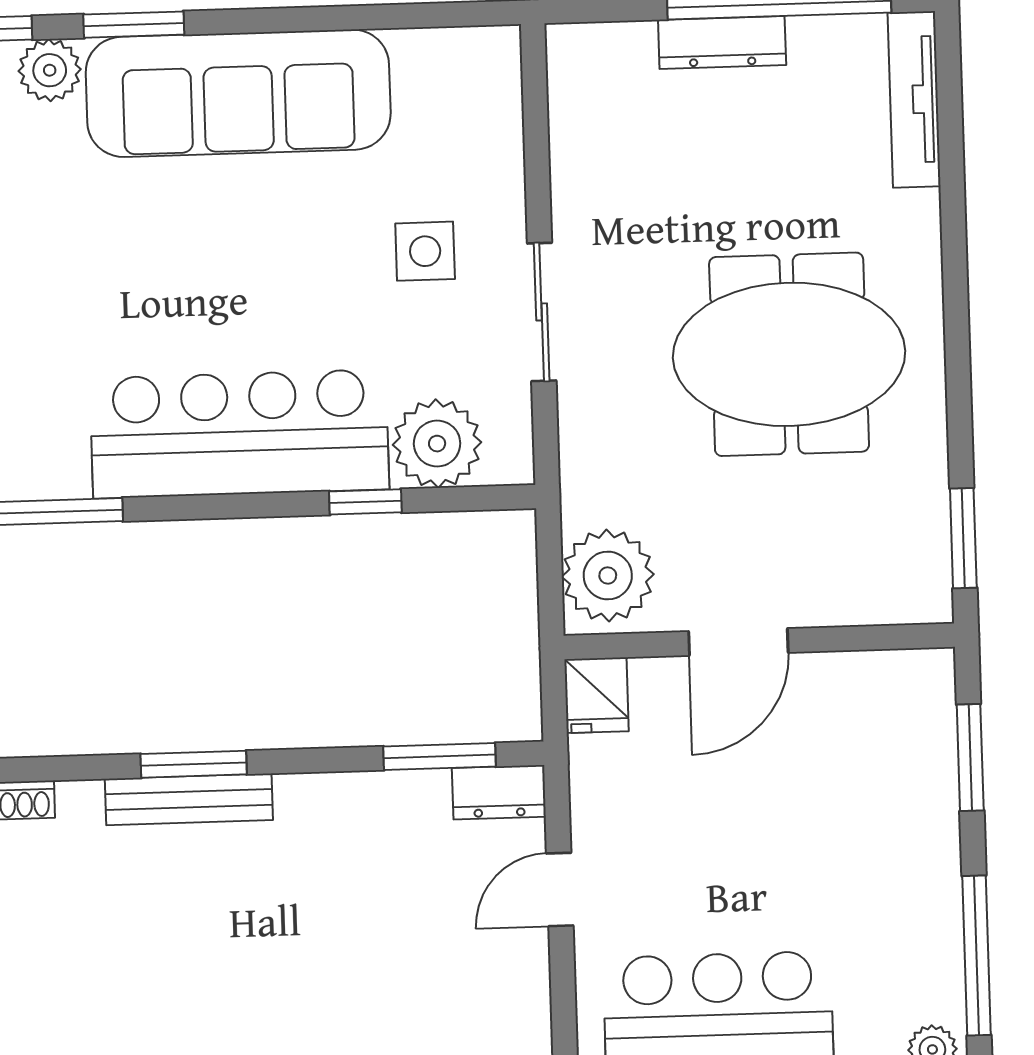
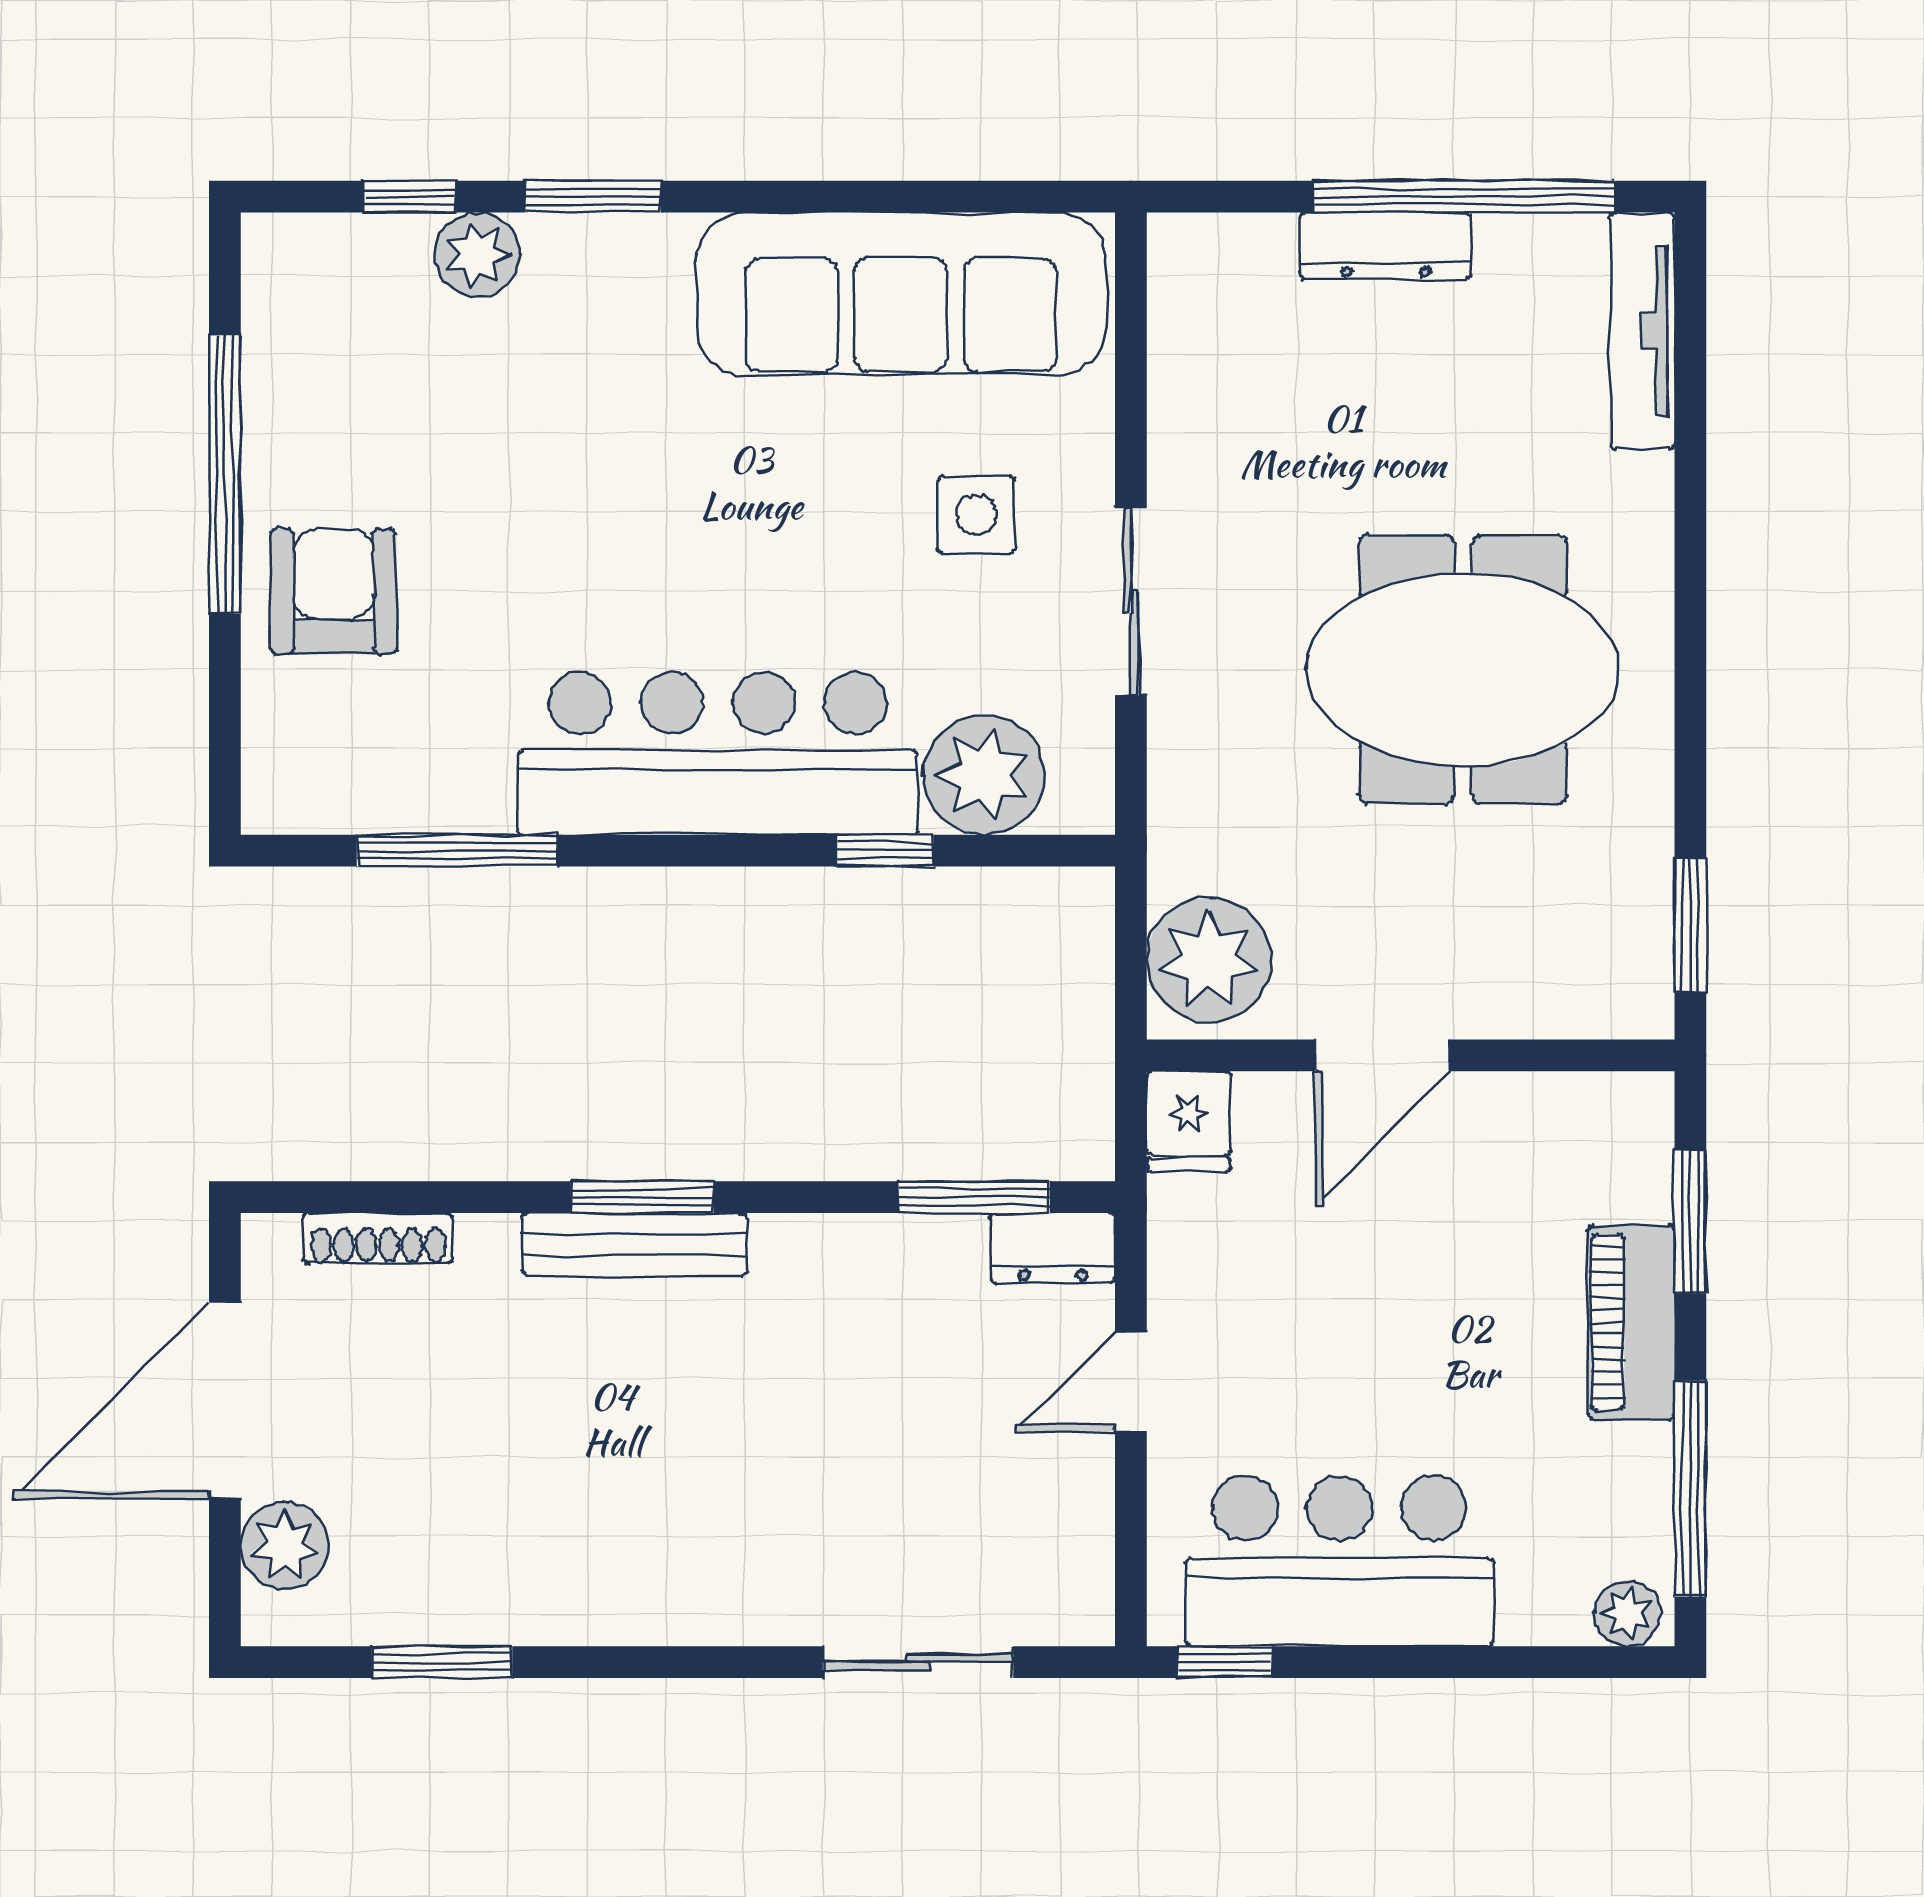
sofa: (238, 93) -> (901, 294), moved
piano: (929, 834) -> (1631, 1322), added

